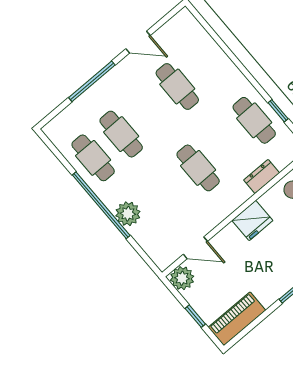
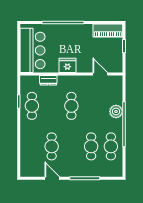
plant: (182, 278) -> (116, 66), removed

